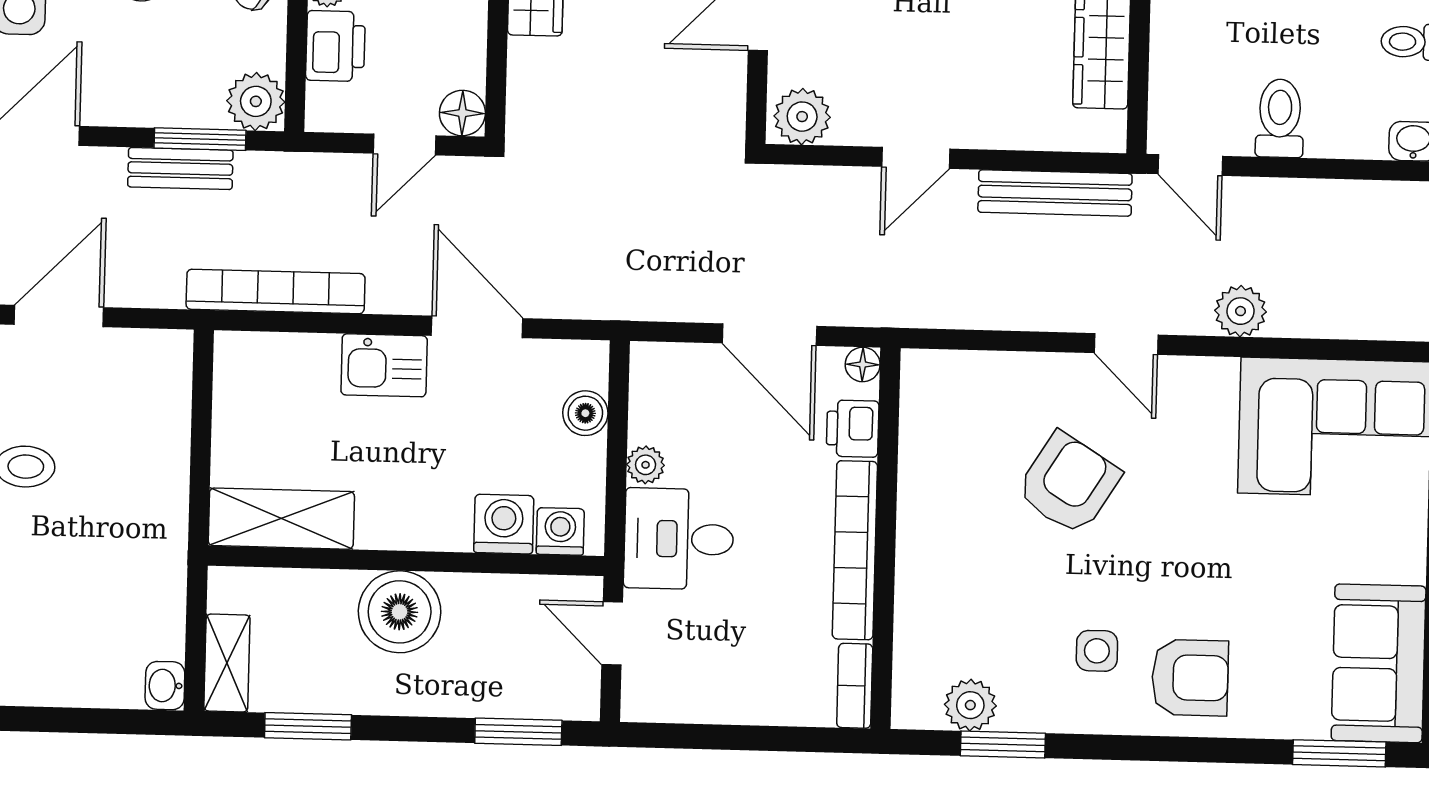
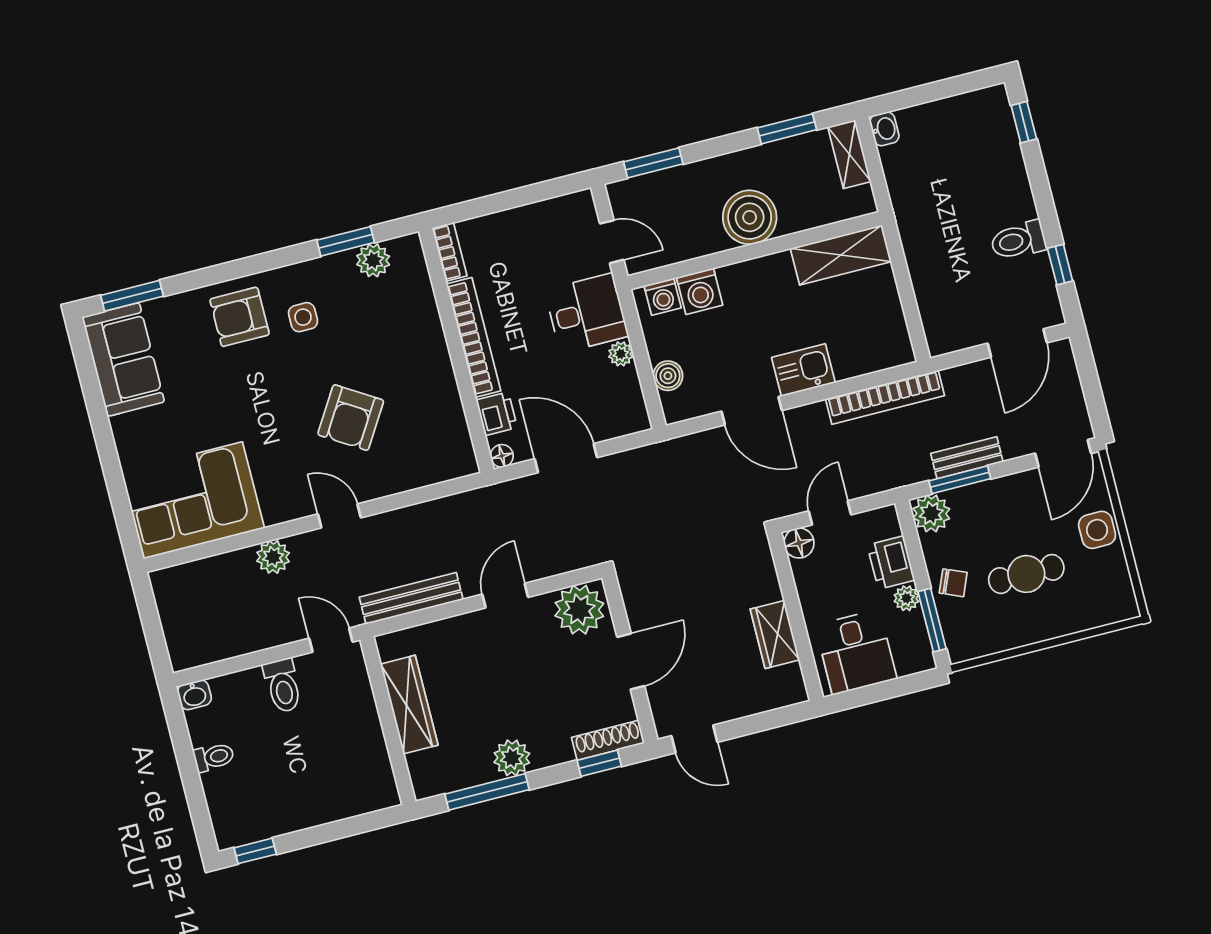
plant: (802, 117) -> (579, 610), width x1.36, depth x1.36

